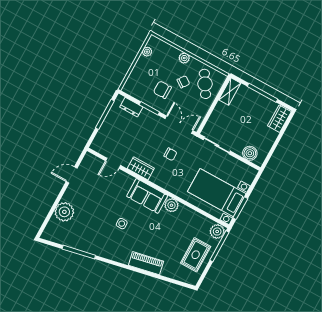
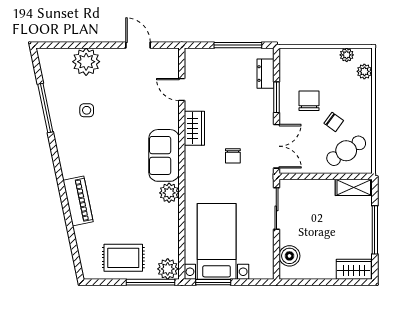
plant: (184, 58) -> (364, 71), moved
side table: (122, 224) -> (87, 110), moved

